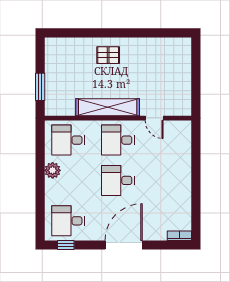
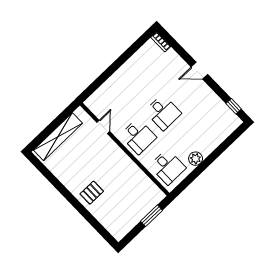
pallet: (108, 55) -> (92, 193), turned 90
shelving: (108, 107) -> (58, 137), moved, turned 90
desk: (68, 221) -> (217, 119), removed
door: (124, 245) -> (199, 71), width x0.53

